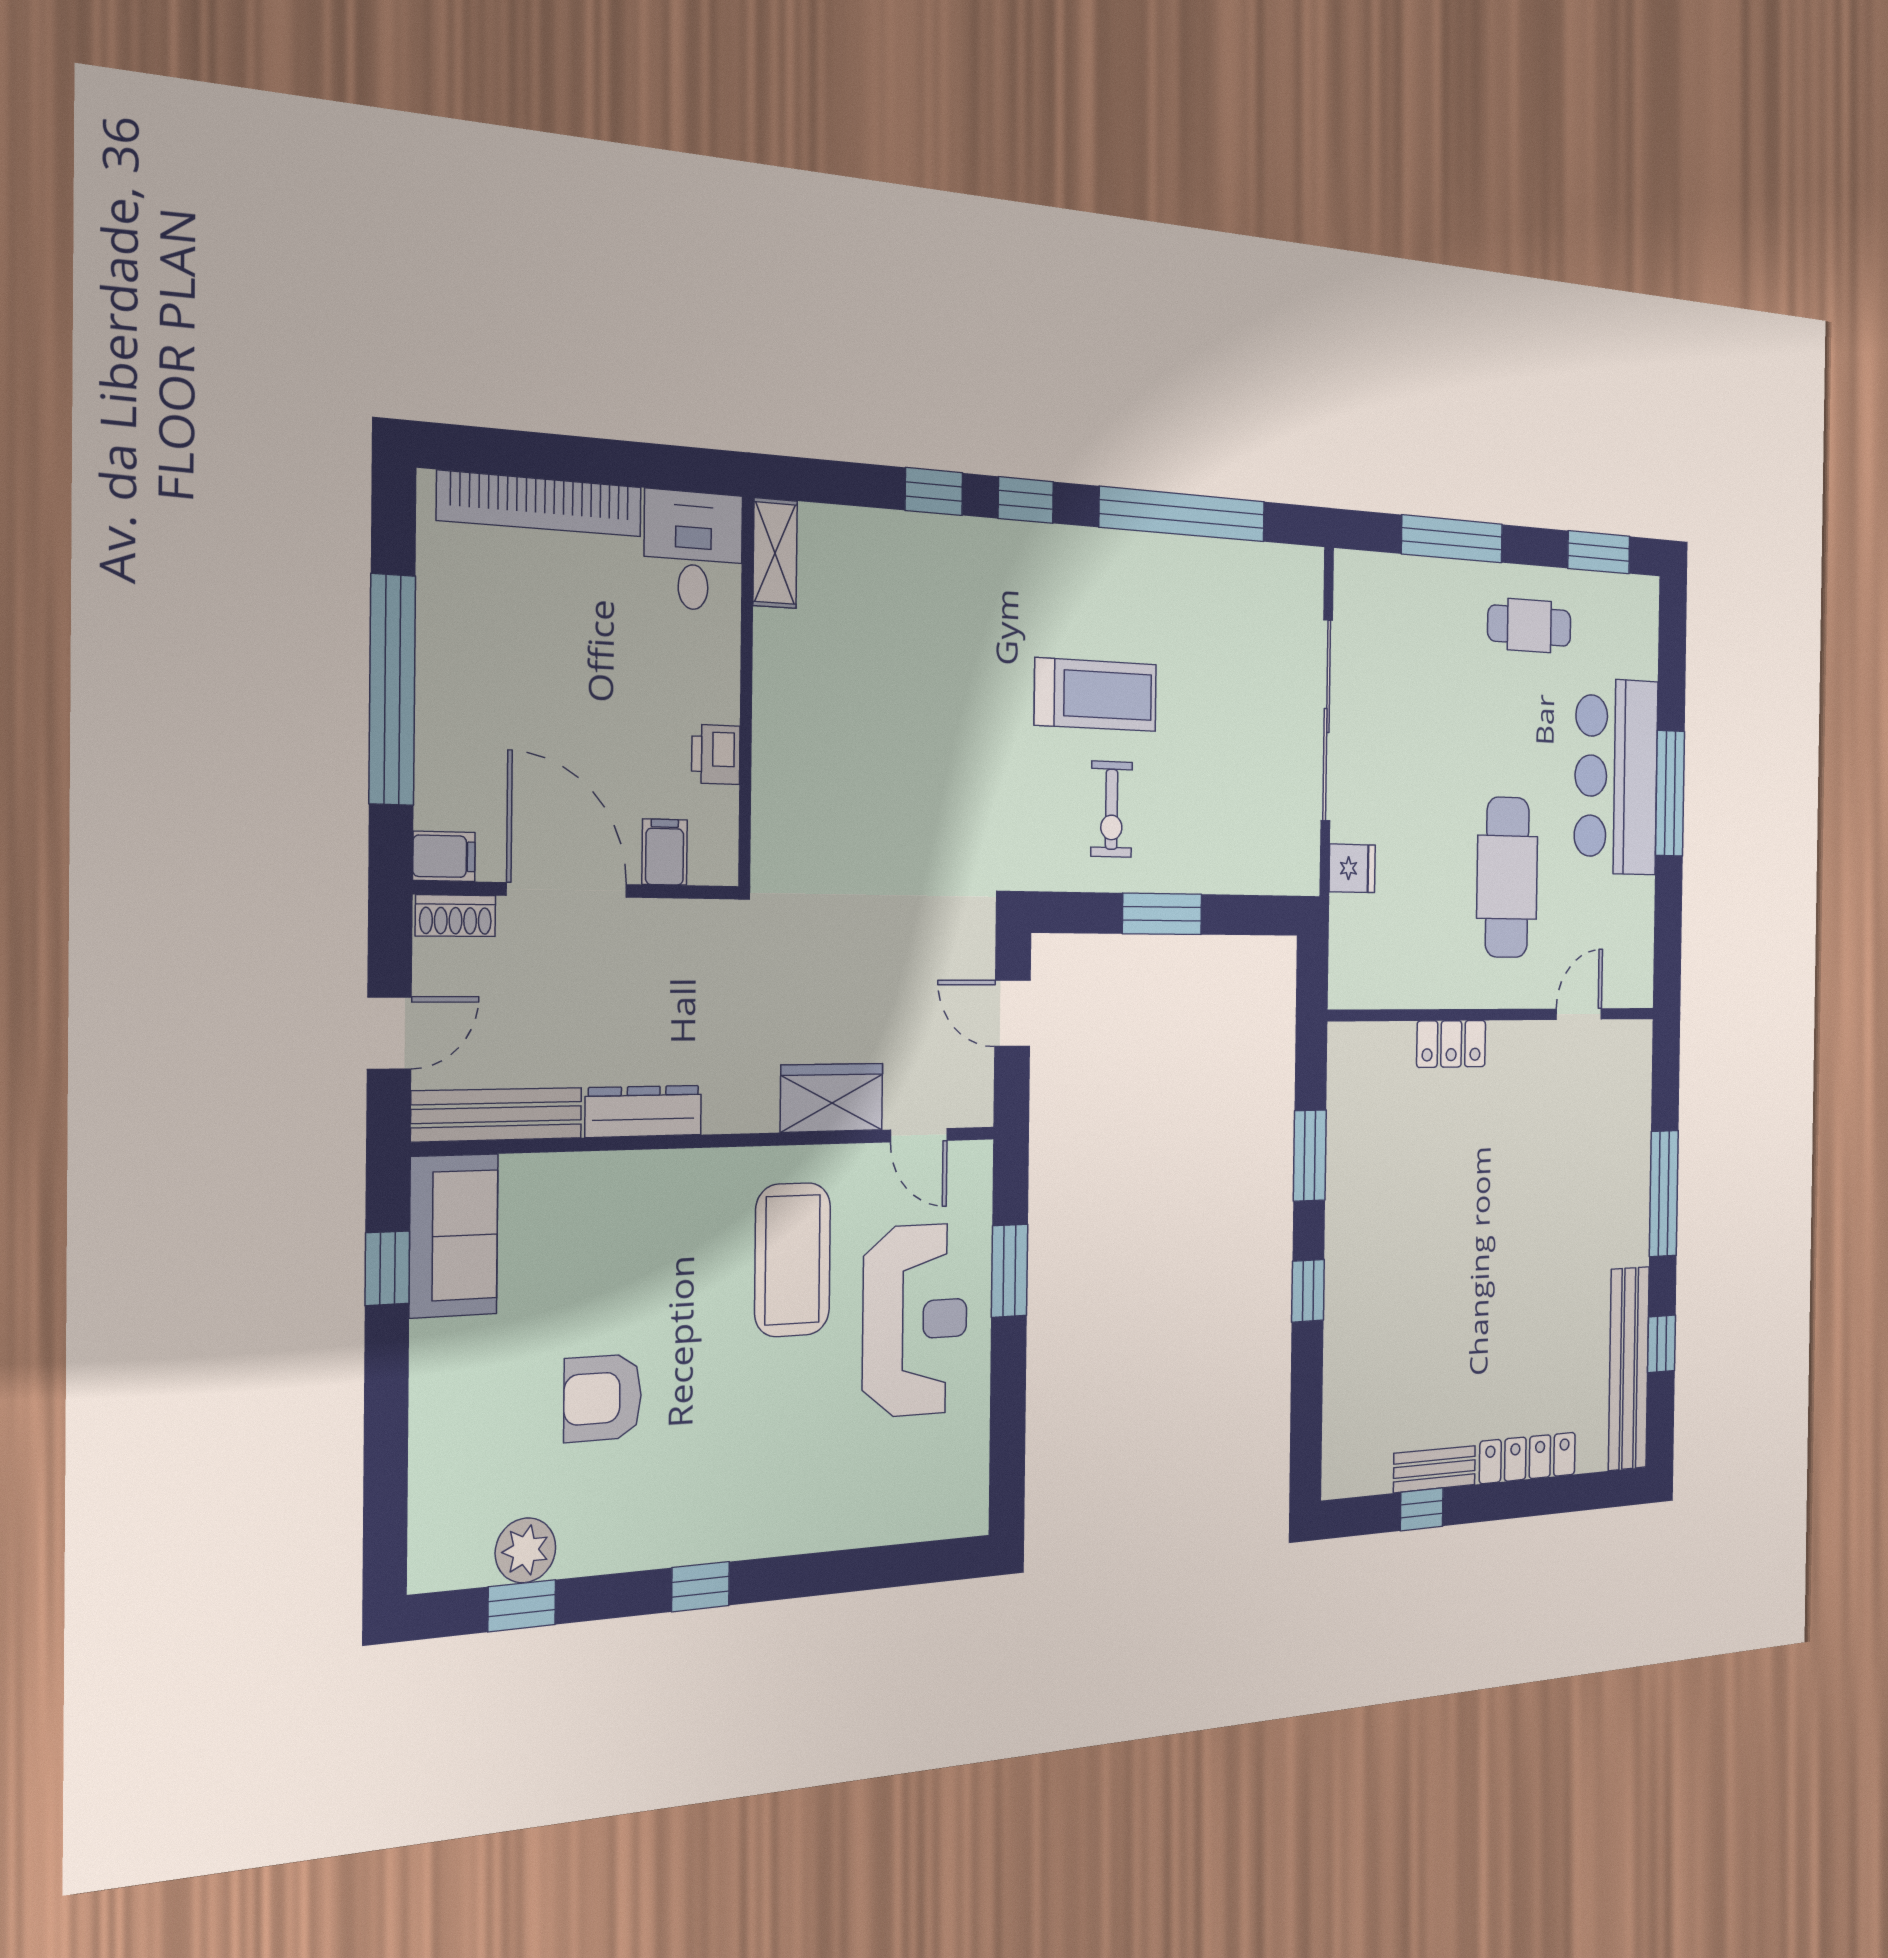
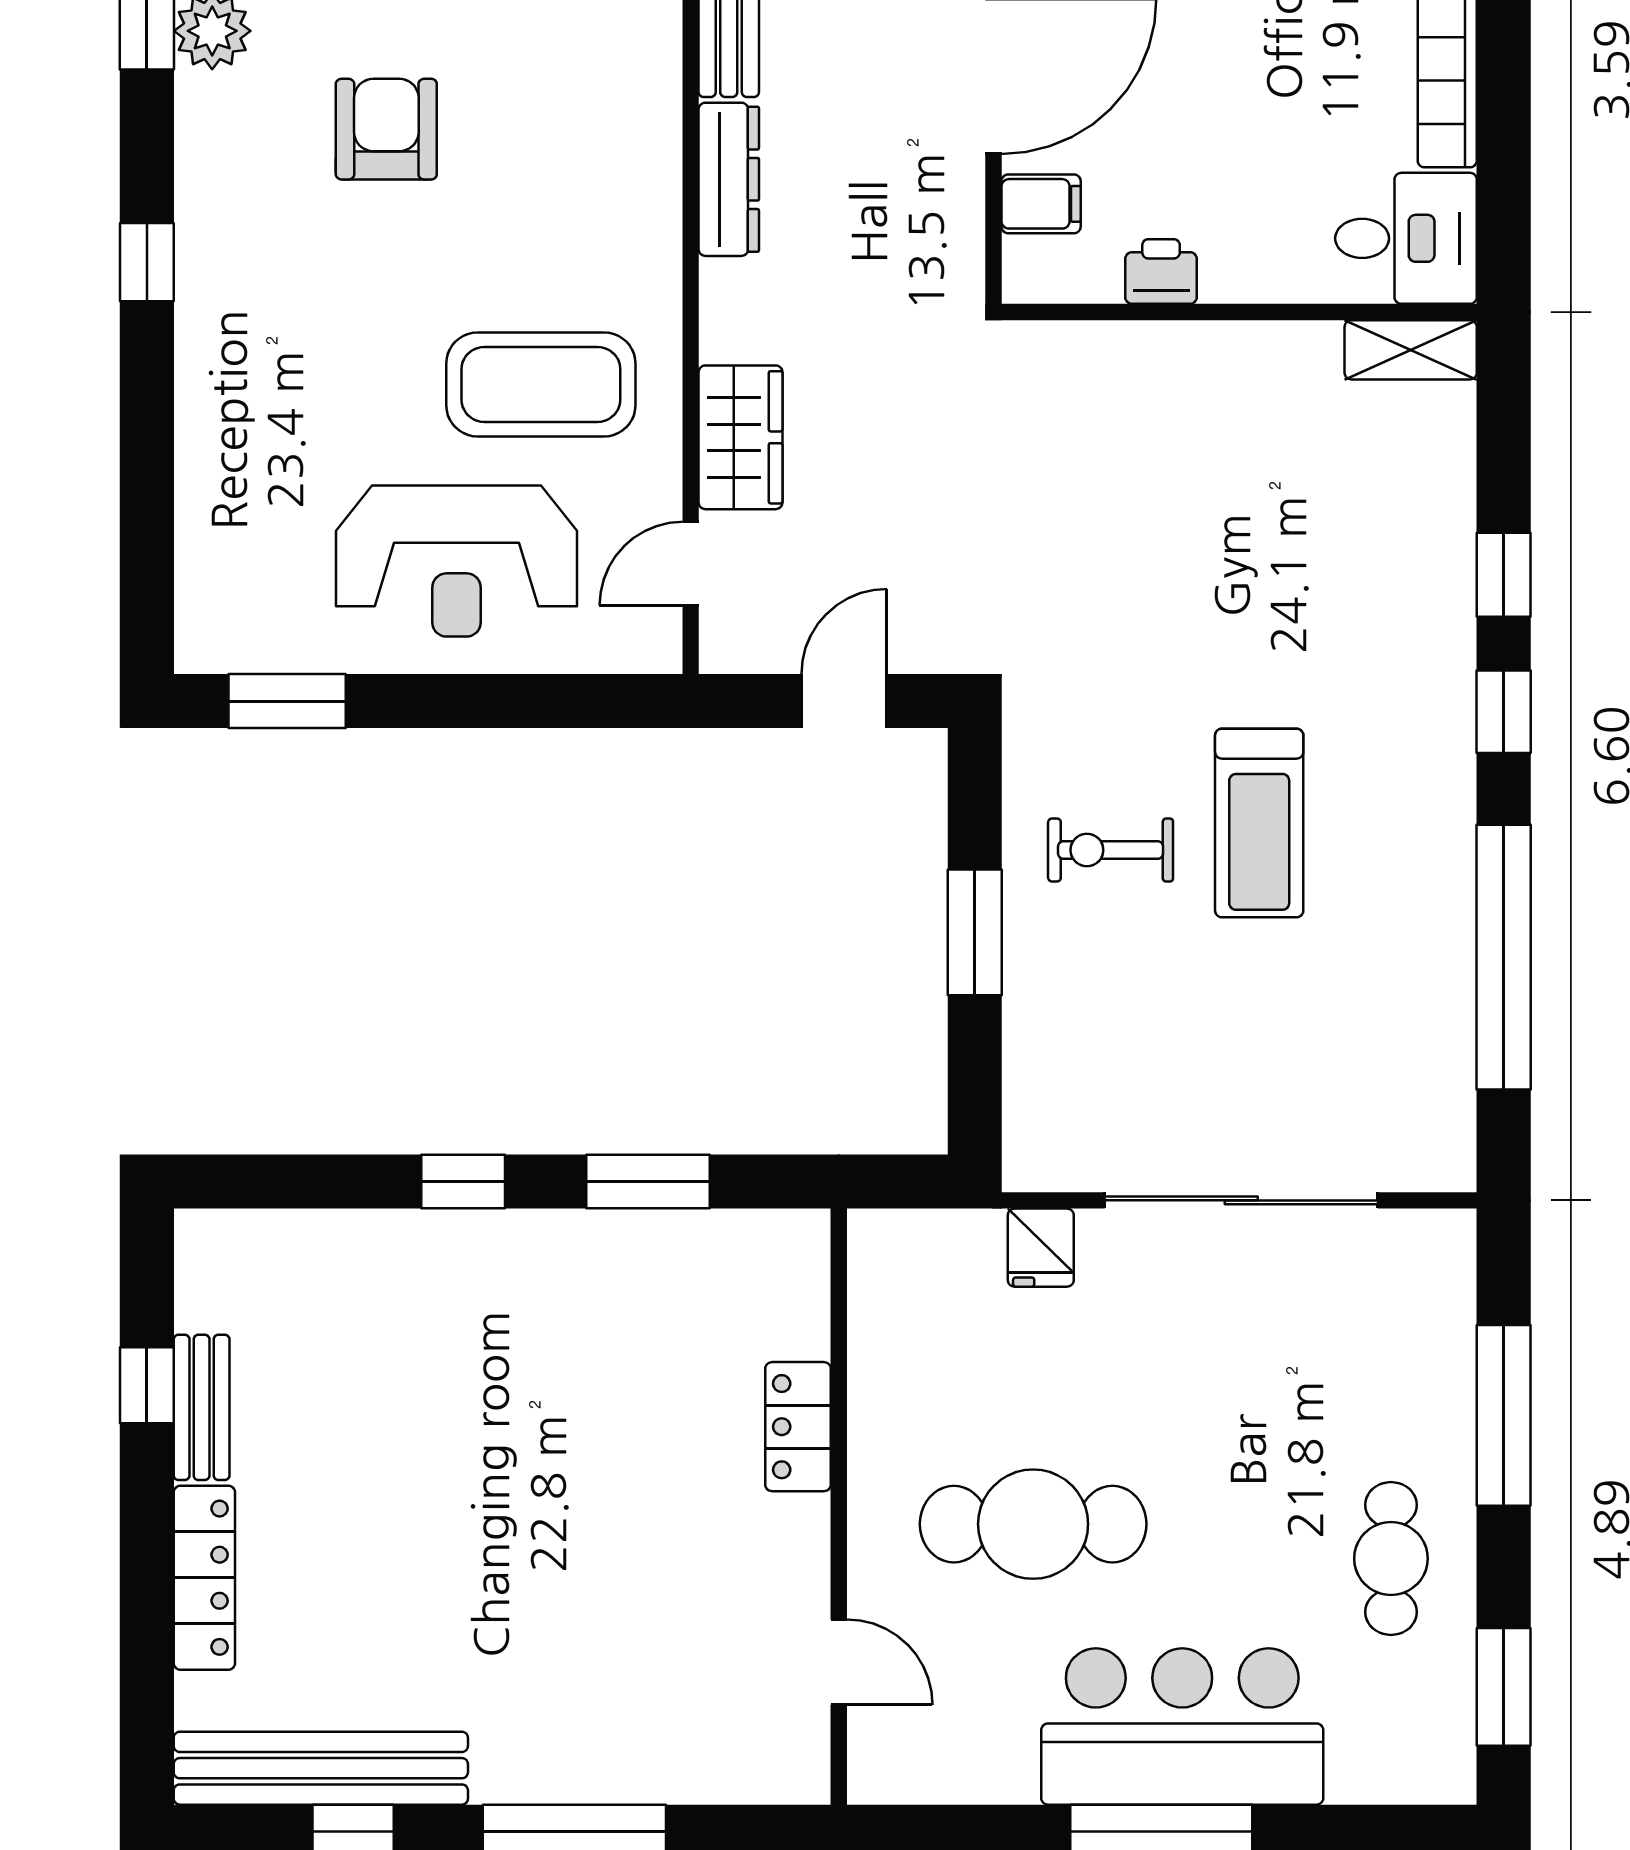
window: (1010, 1271) -> (287, 701), moved

